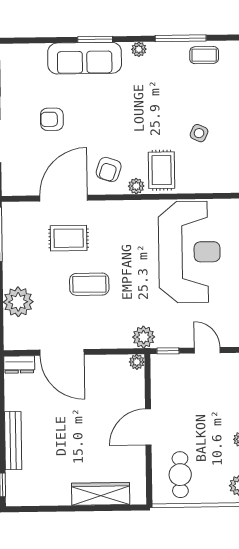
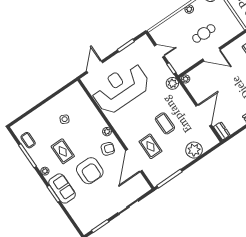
sofa: (85, 58) -> (62, 188), width x0.73
armchair: (52, 119) -> (90, 171), moved, width x1.88, depth x1.88
rug: (162, 170) -> (63, 151), moved, turned 90
door: (64, 198) -> (134, 161), hinge flipped
door: (207, 350) -> (159, 51), swing flipped
cafe table: (180, 475) -> (204, 33), moved

